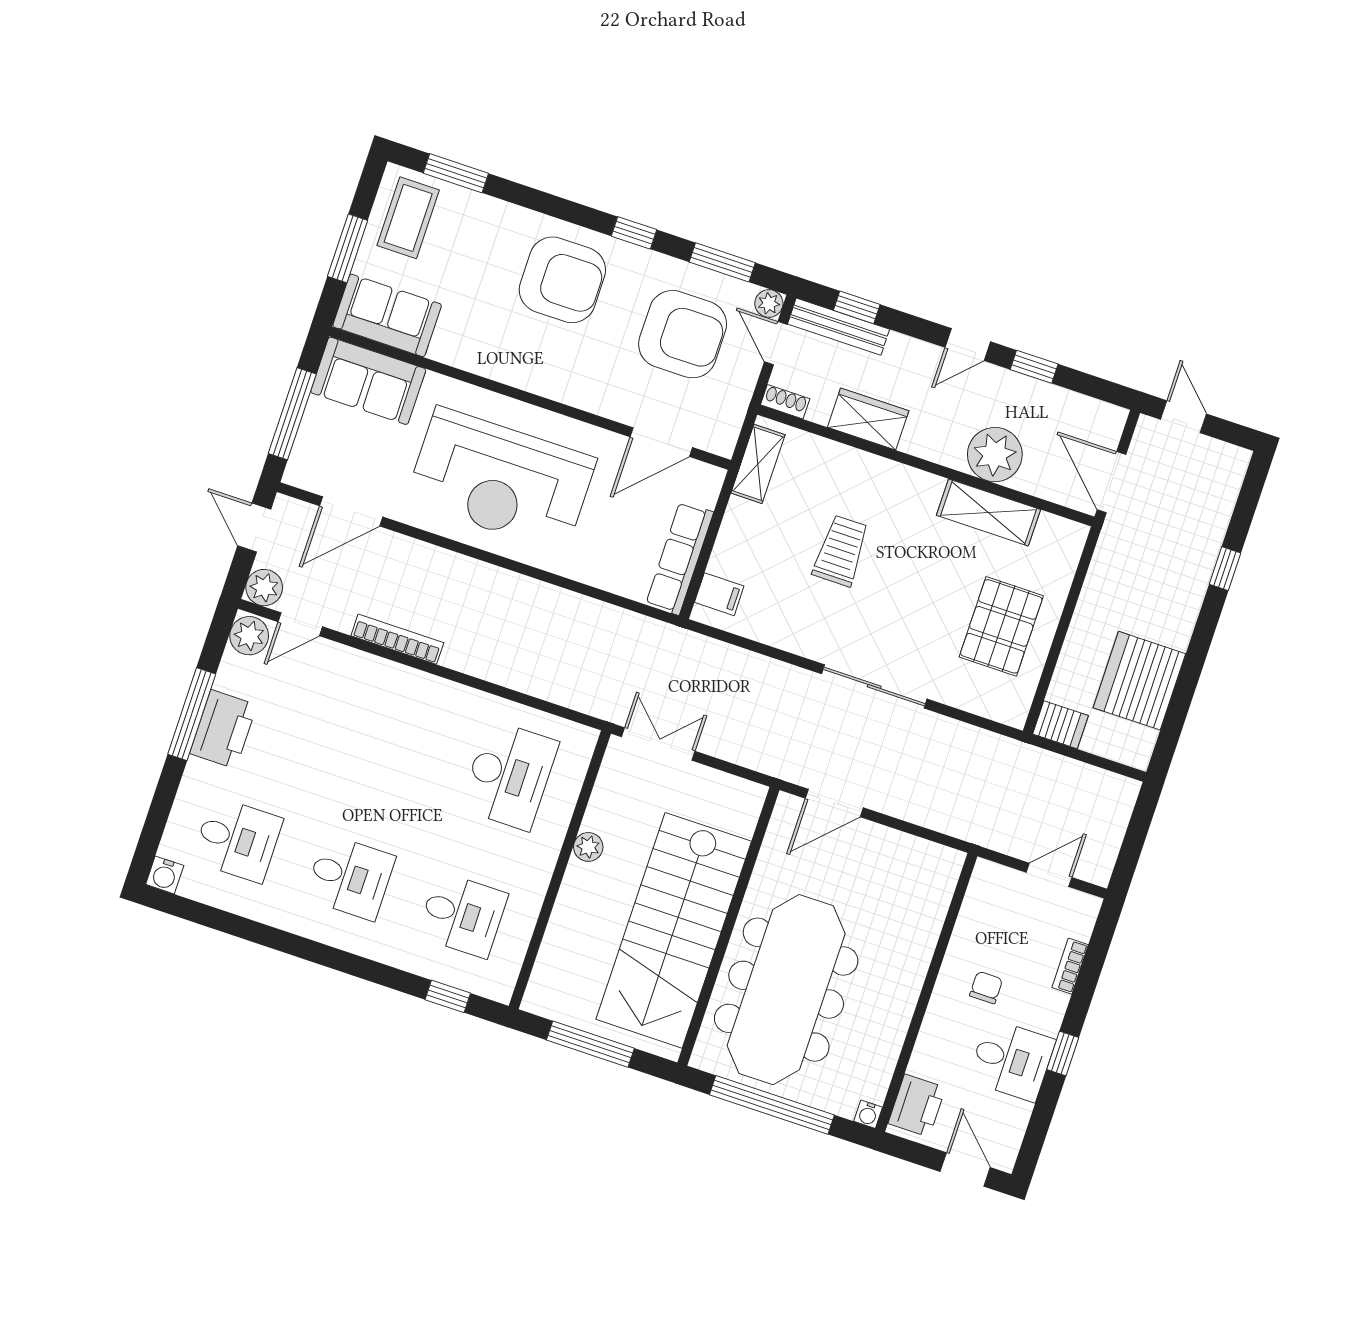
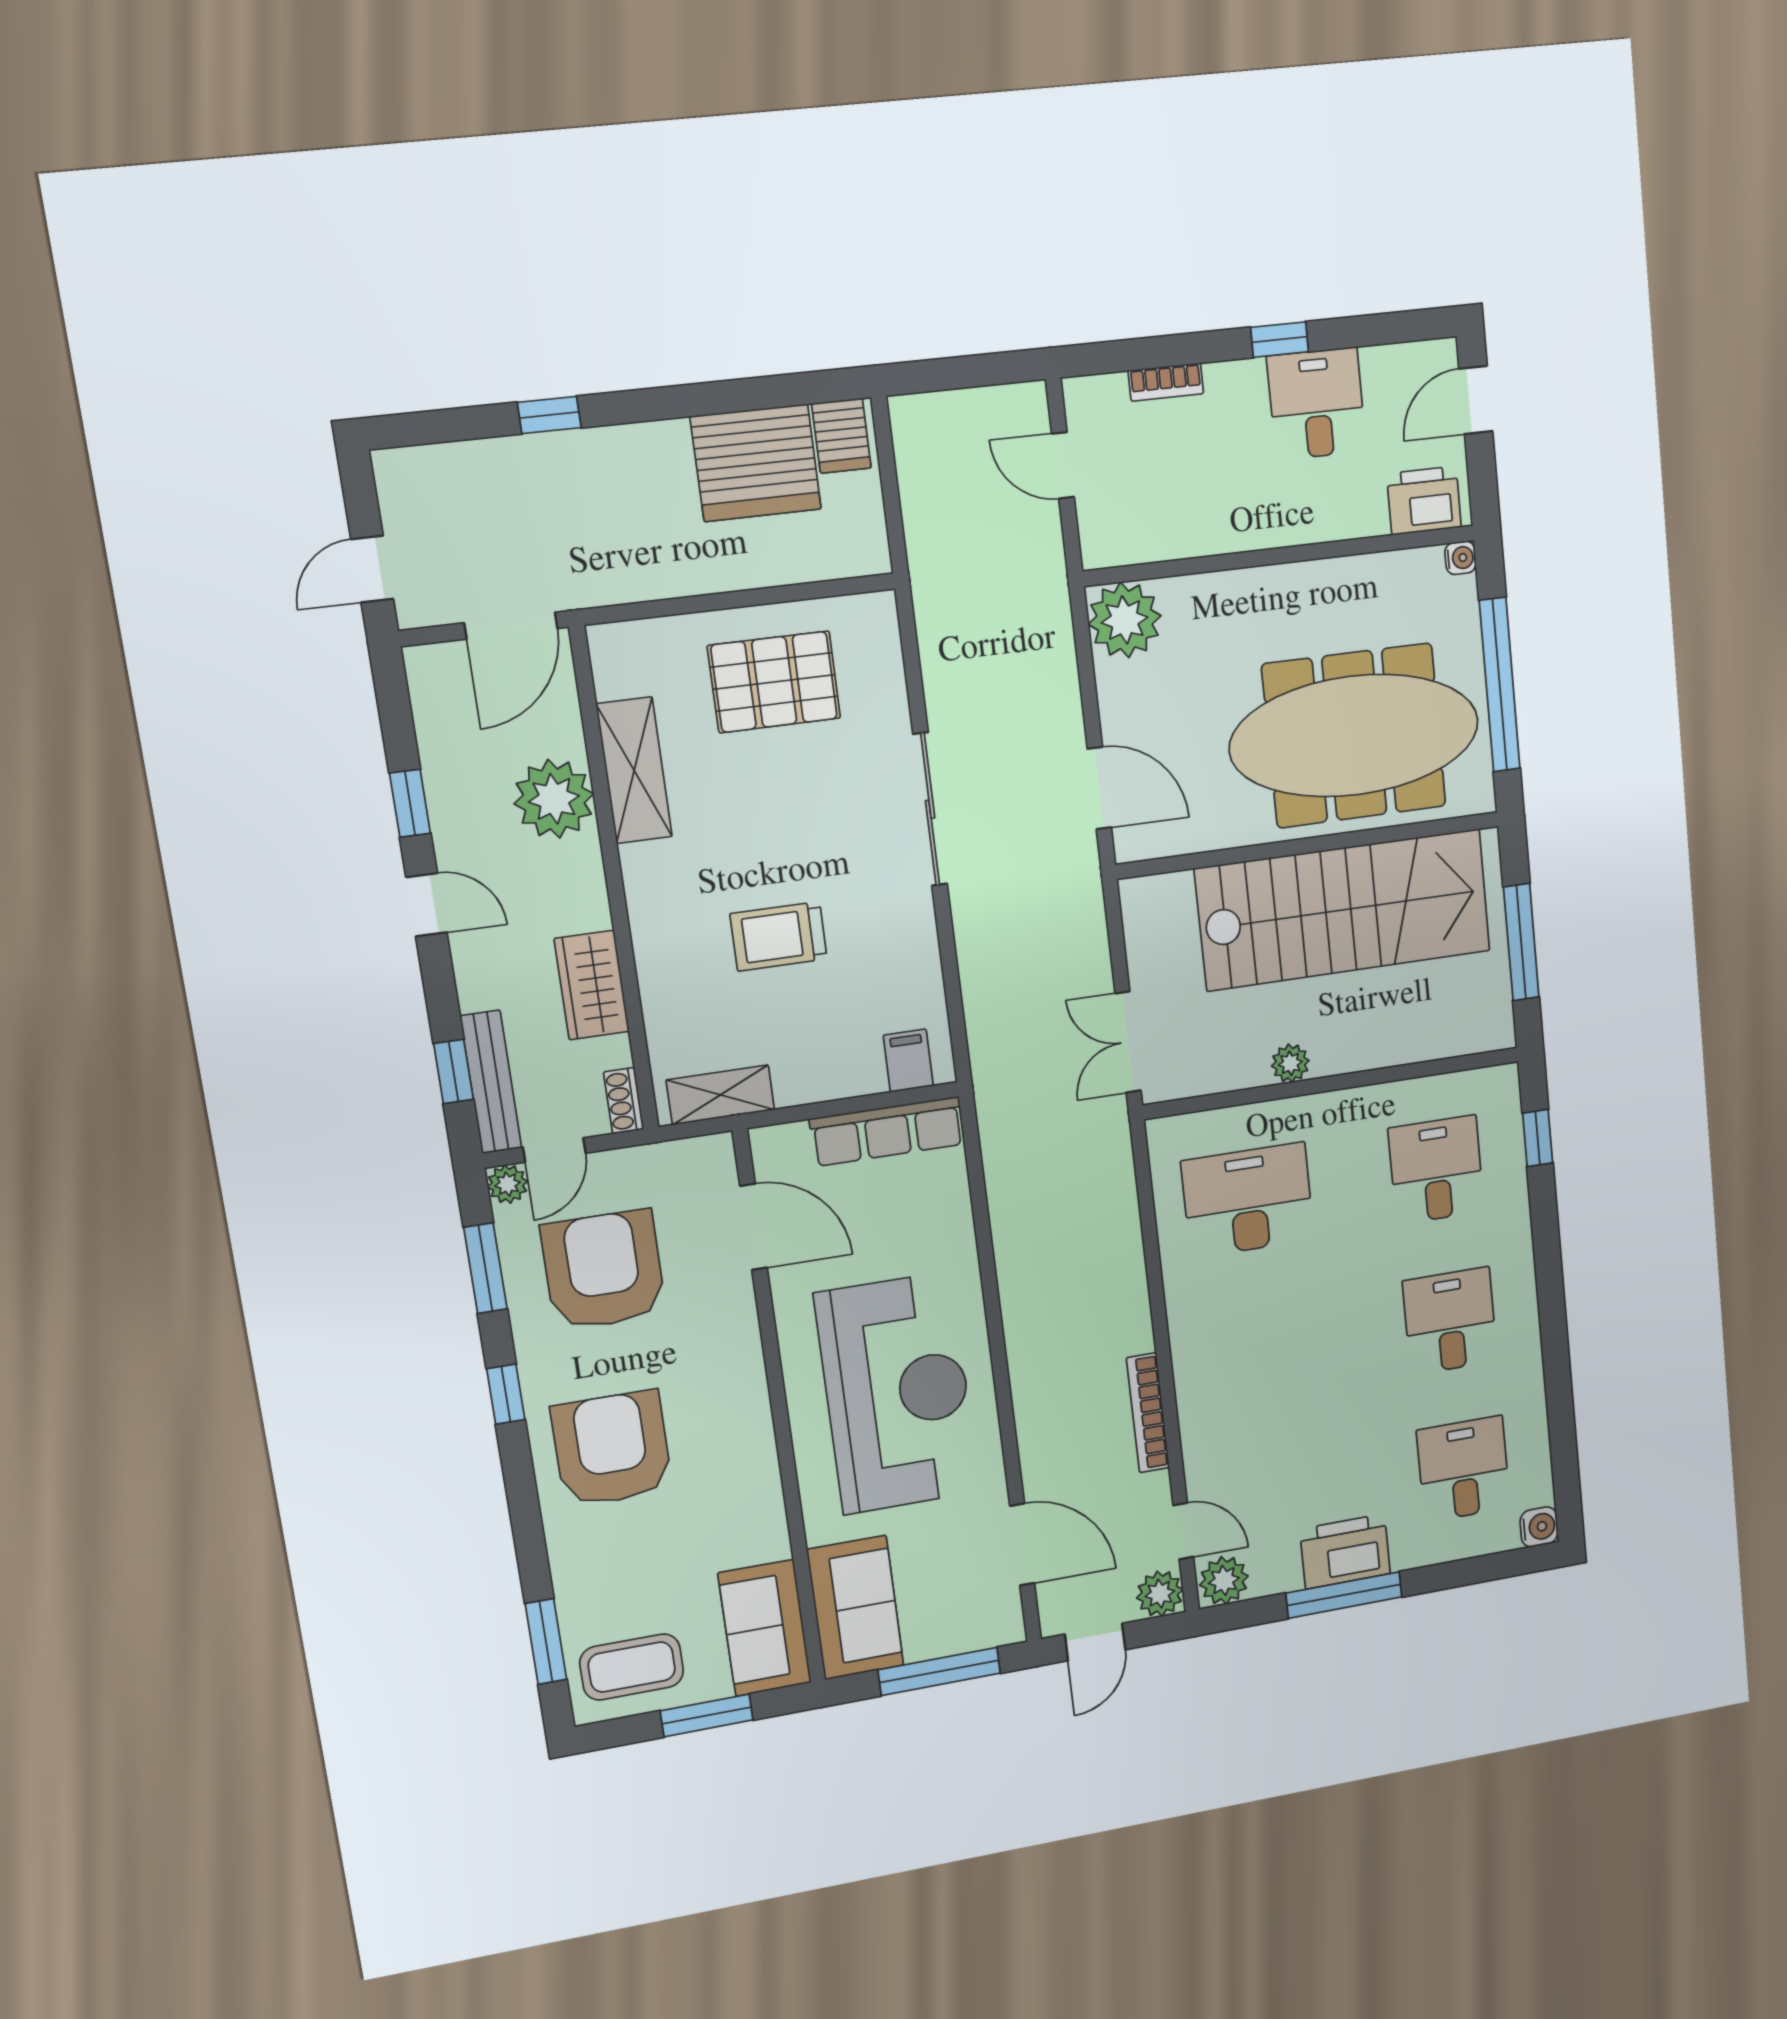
server rack: (1060, 725) -> (841, 436), moved, turned 180
plant: (934, 870) -> (1125, 620), added
chair: (986, 988) -> (1241, 481), removed

